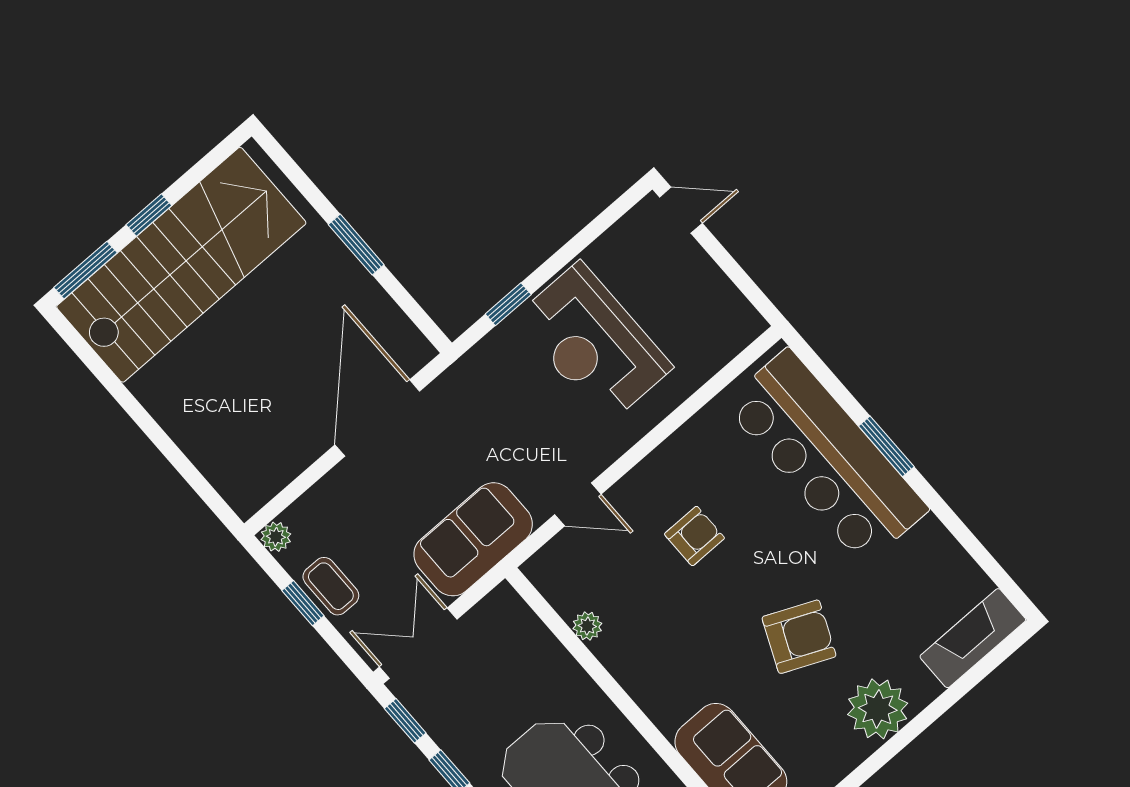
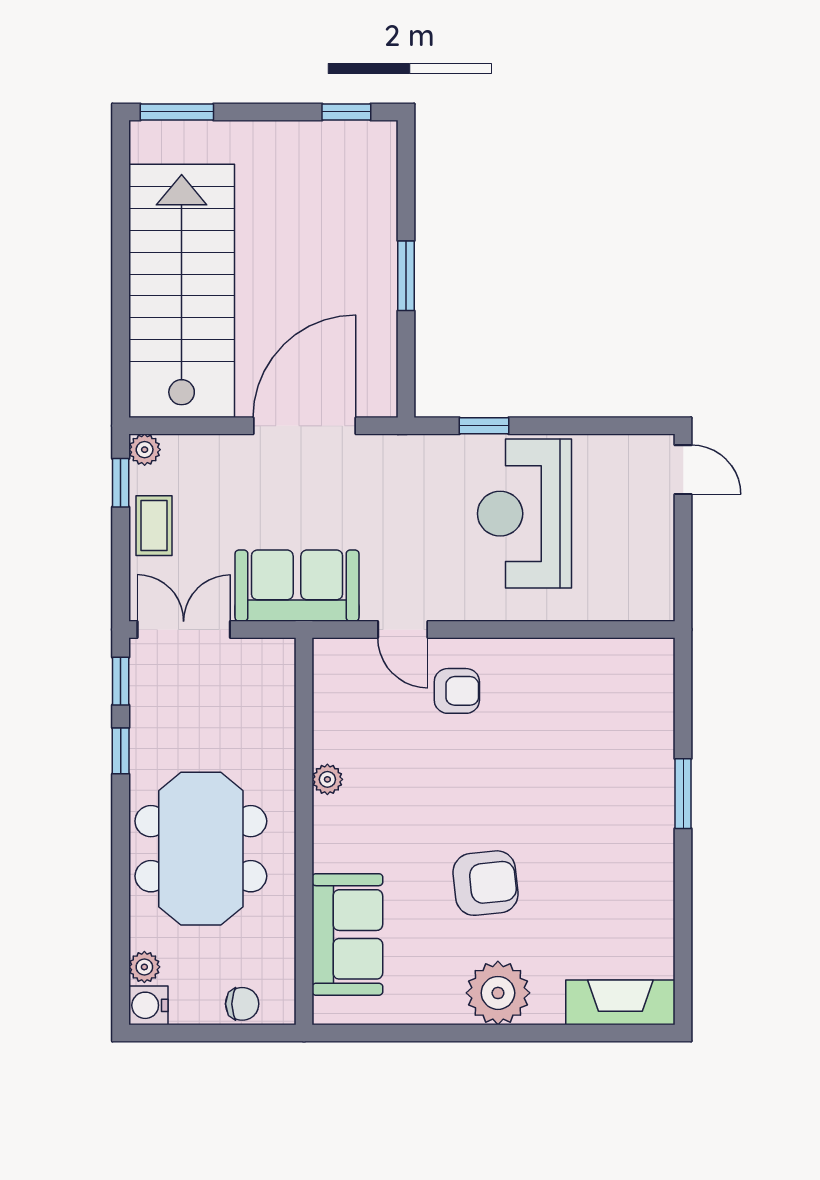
window: (149, 215) -> (346, 112), moved
stairs: (181, 265) -> (182, 291), moved, turned -90
bar counter: (826, 457) -> (629, 761), removed
armchair: (694, 536) -> (457, 691), moved
window: (303, 603) -> (121, 483), moved
plant: (587, 626) -> (327, 779), moved
armchair: (799, 637) -> (486, 883), turned -30

